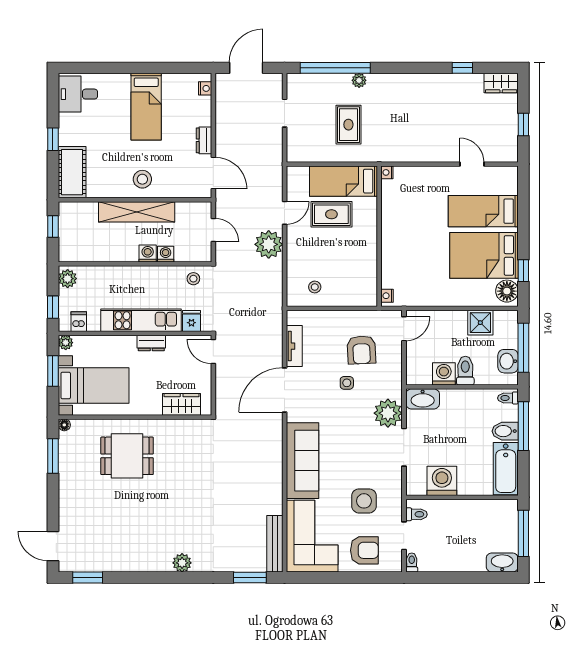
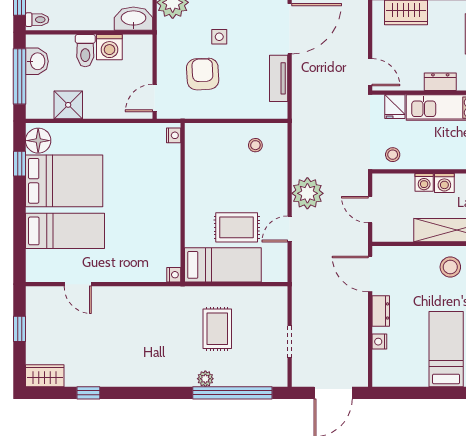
nightstand: (205, 88) -> (379, 342), moved

